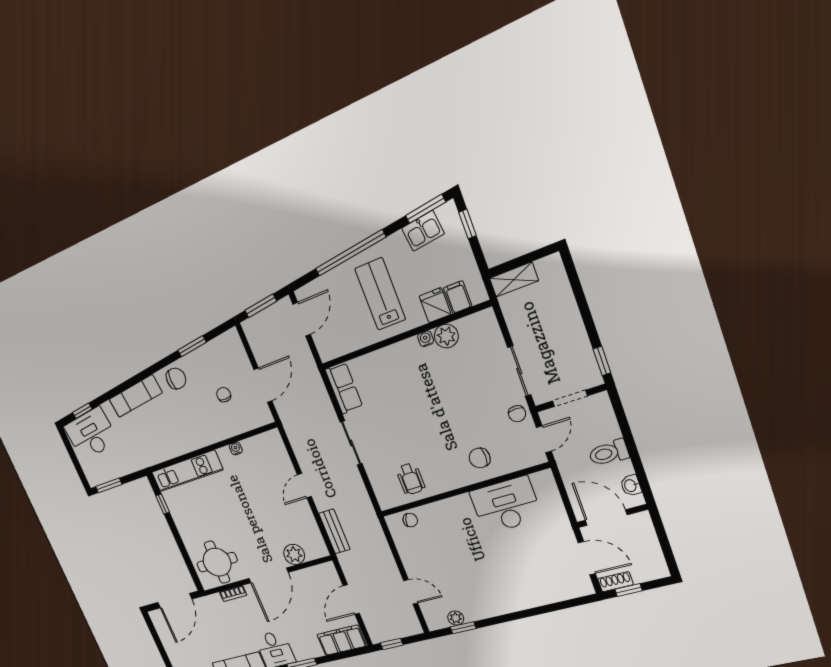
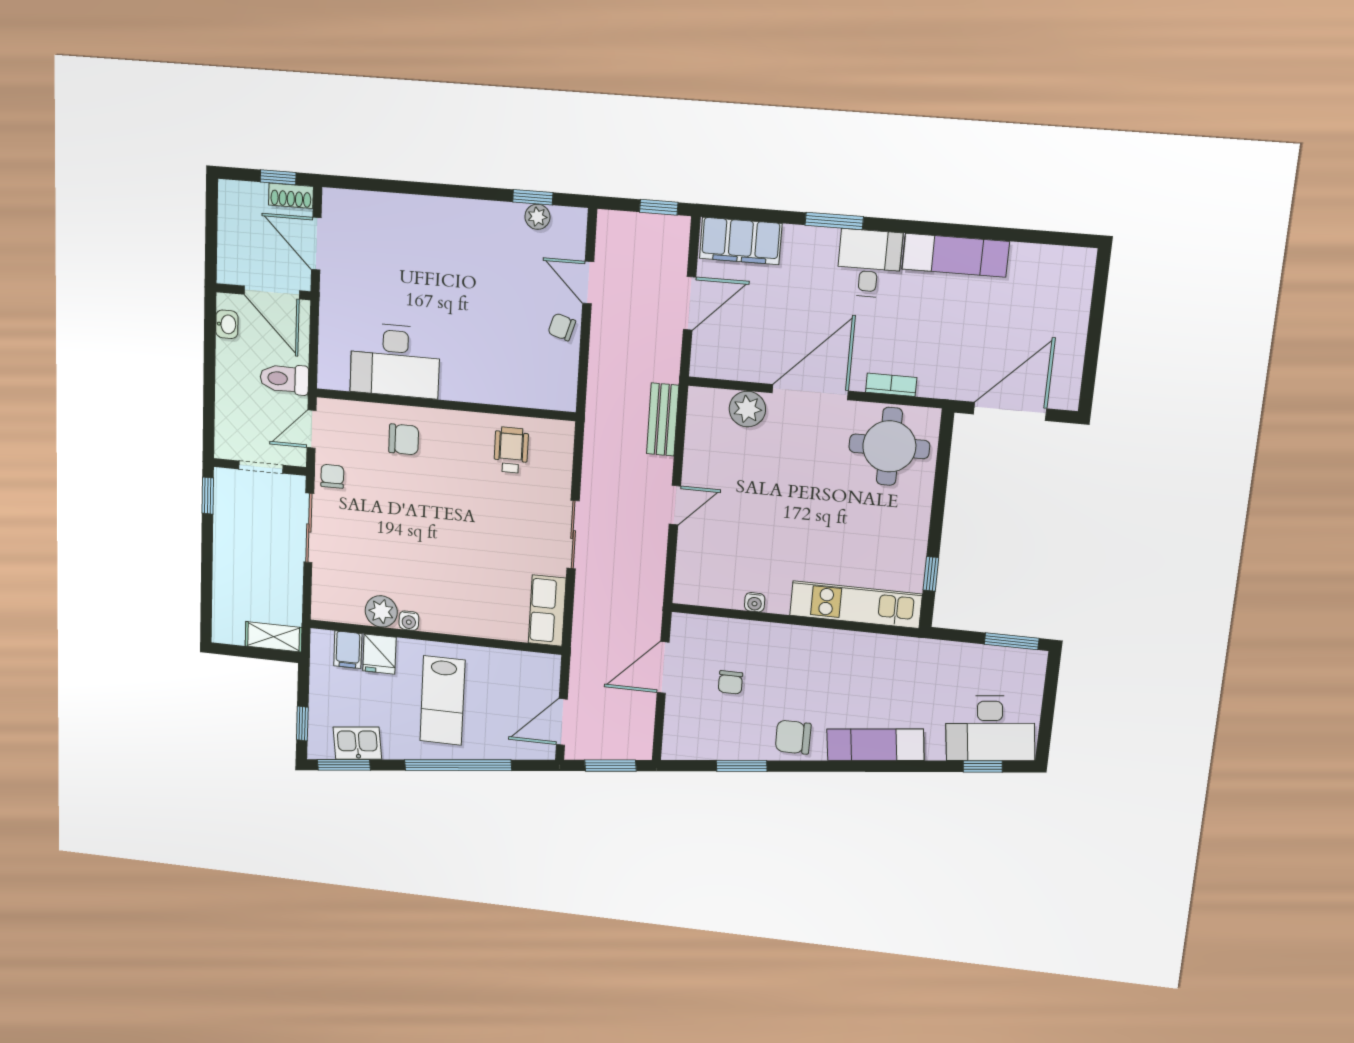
toilet: (609, 453) -> (284, 379), moved, turned 180
chair: (410, 520) -> (562, 327), moved

